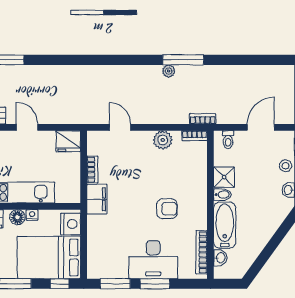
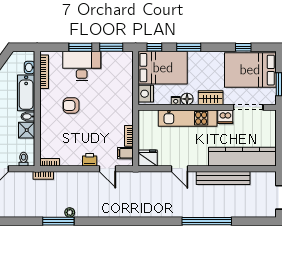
printer: (143, 139) -> (90, 160), added
plant: (163, 140) -> (74, 159), removed
filing cabinet: (97, 199) -> (125, 153), moved, width x0.50

